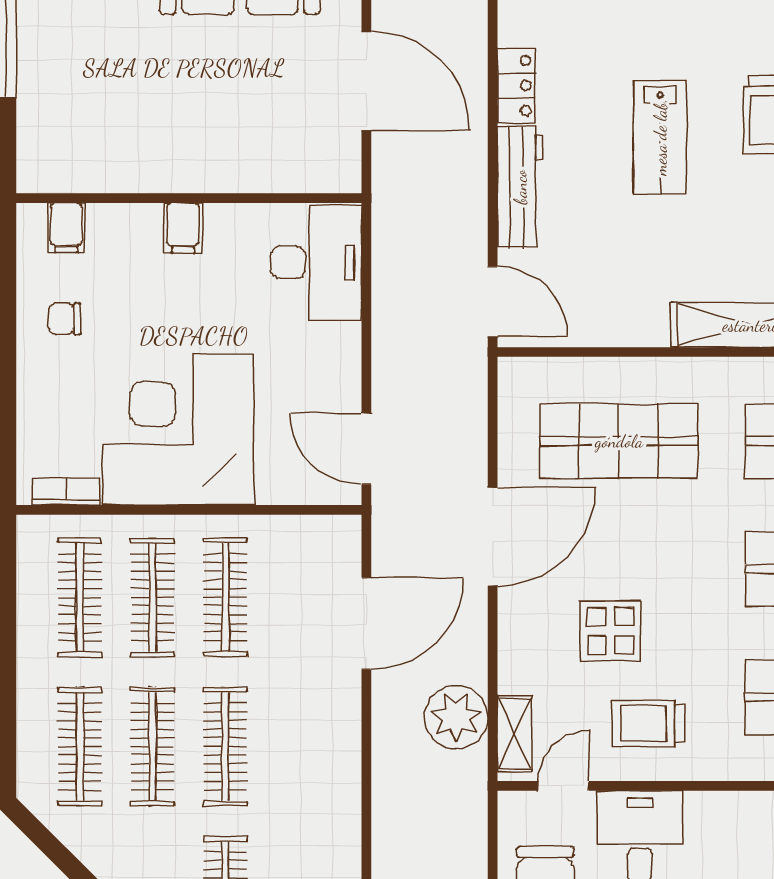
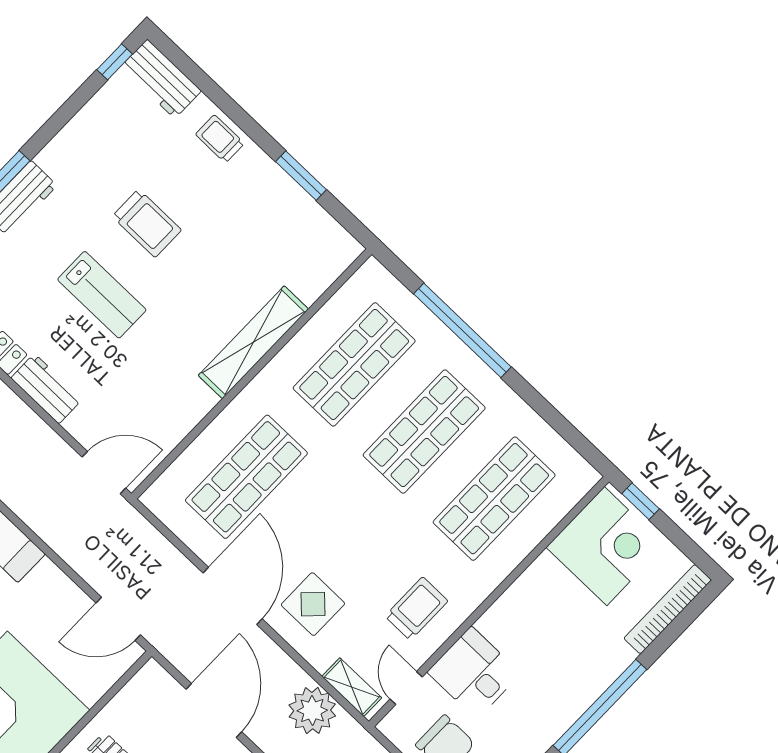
workbench: (520, 187) -> (47, 389), width x0.73
display table: (610, 631) -> (313, 604), moved
trolley: (649, 723) -> (416, 609), turned 180

